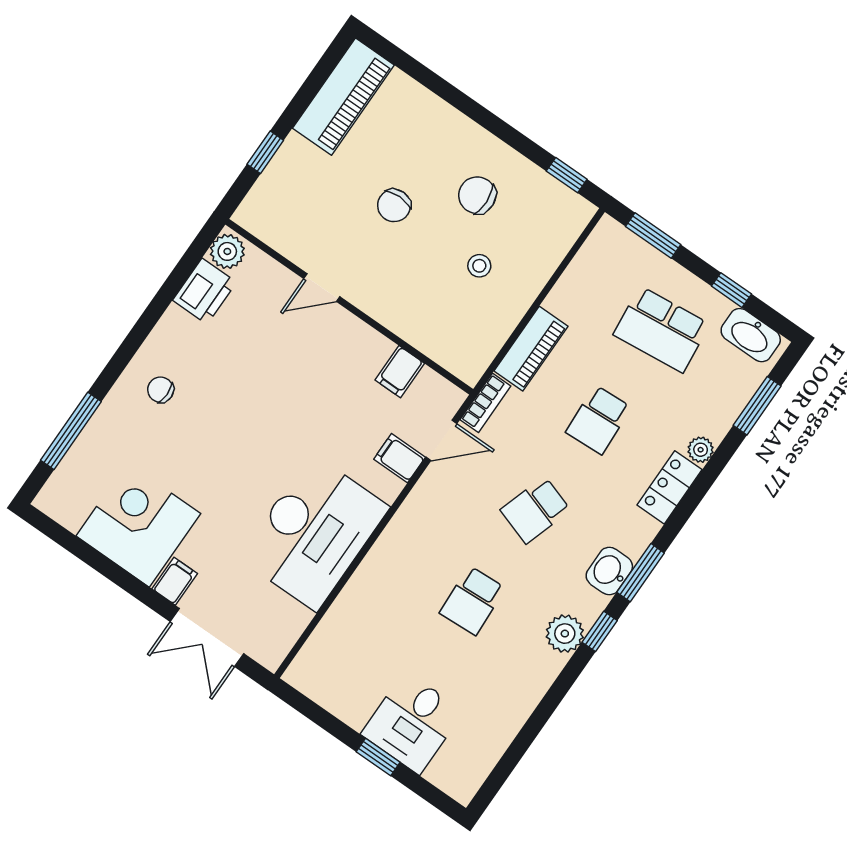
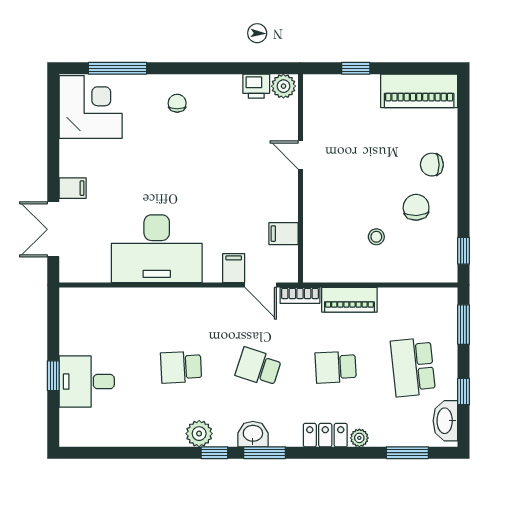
chair: (394, 205) -> (432, 165), moved
printer: (205, 291) -> (256, 86), width x0.73, depth x0.81
corner desk: (138, 525) -> (91, 107), moved

